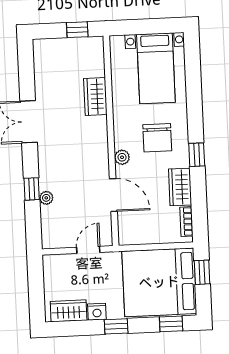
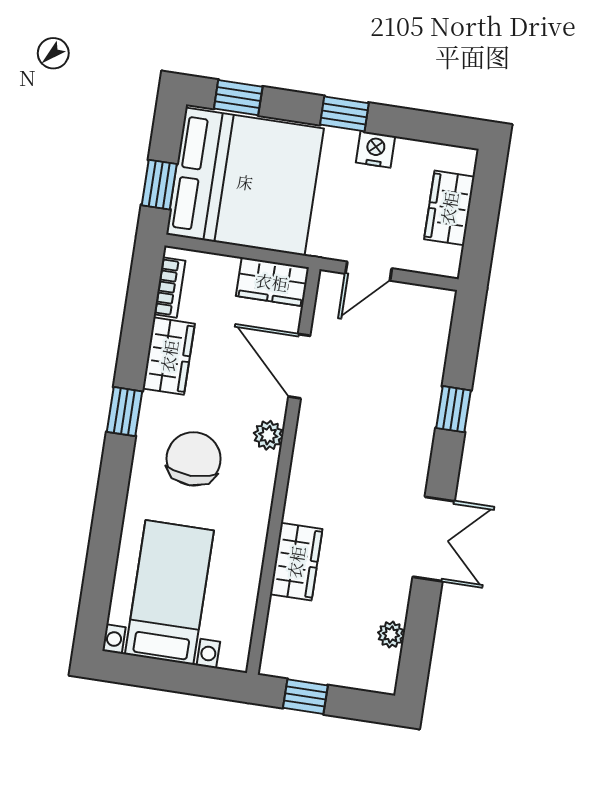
plant: (46, 198) -> (391, 634), moved
wardrobe: (135, 235) -> (272, 282), added
wardrobe: (69, 311) -> (449, 208), moved, turned 90

